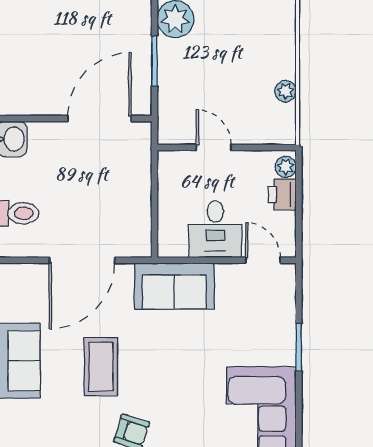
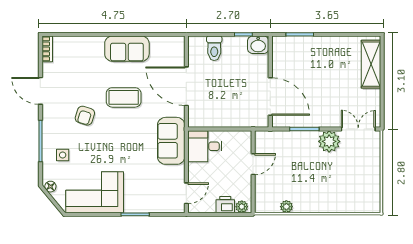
desk: (215, 229) -> (205, 146), moved

